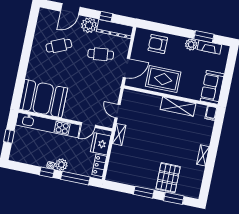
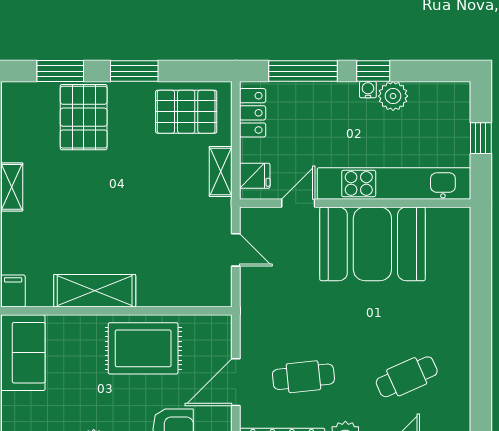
door: (126, 68) -> (236, 382), moved
booth: (43, 99) -> (372, 244), moved
shelving: (119, 134) -> (221, 172), moved
fridge: (101, 144) -> (255, 176), width x0.53, depth x0.75
plant: (61, 165) -> (393, 96), moved
pallet: (126, 171) -> (186, 112), added

